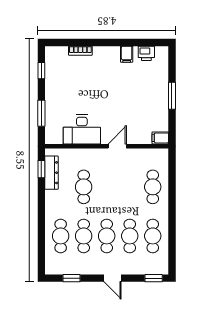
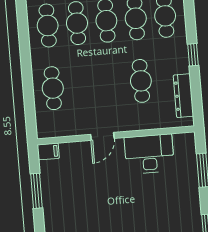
window: (172, 96) -> (37, 191), moved
window: (41, 169) -> (193, 55), moved

